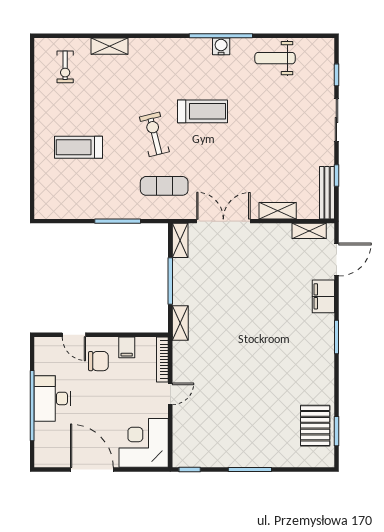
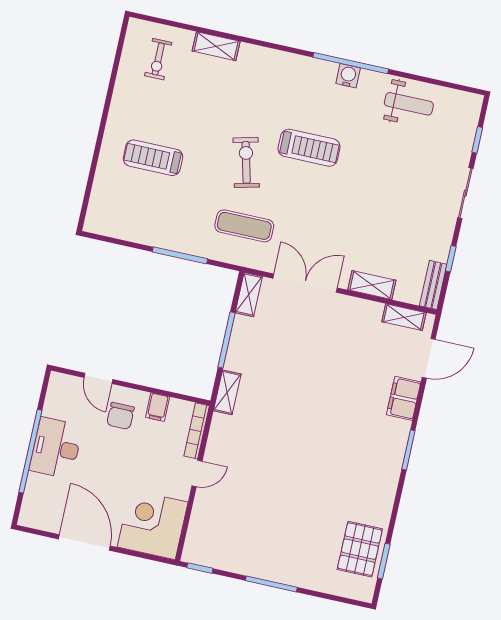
weight bench: (275, 58) -> (409, 104), turned 180
bench: (327, 193) -> (433, 285), width x0.73
chair: (98, 361) -> (120, 416), turned 90

